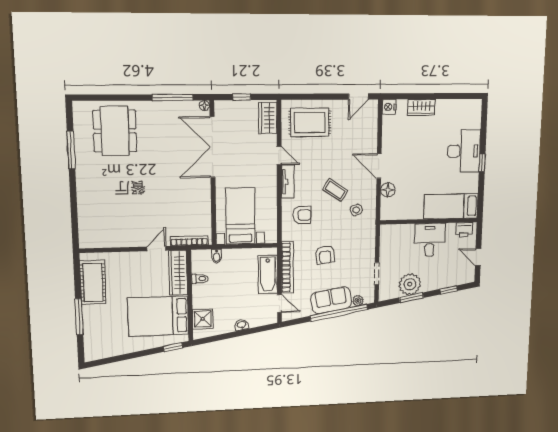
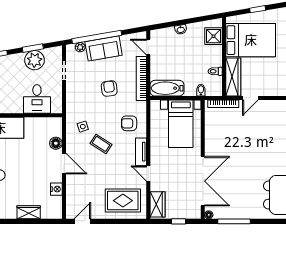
nightstand: (389, 107) -> (56, 189), moved
desk: (430, 240) -> (37, 99), moved
bathtub: (268, 275) -> (167, 88), moved, turned -90
window: (173, 347) -> (258, 9), moved

